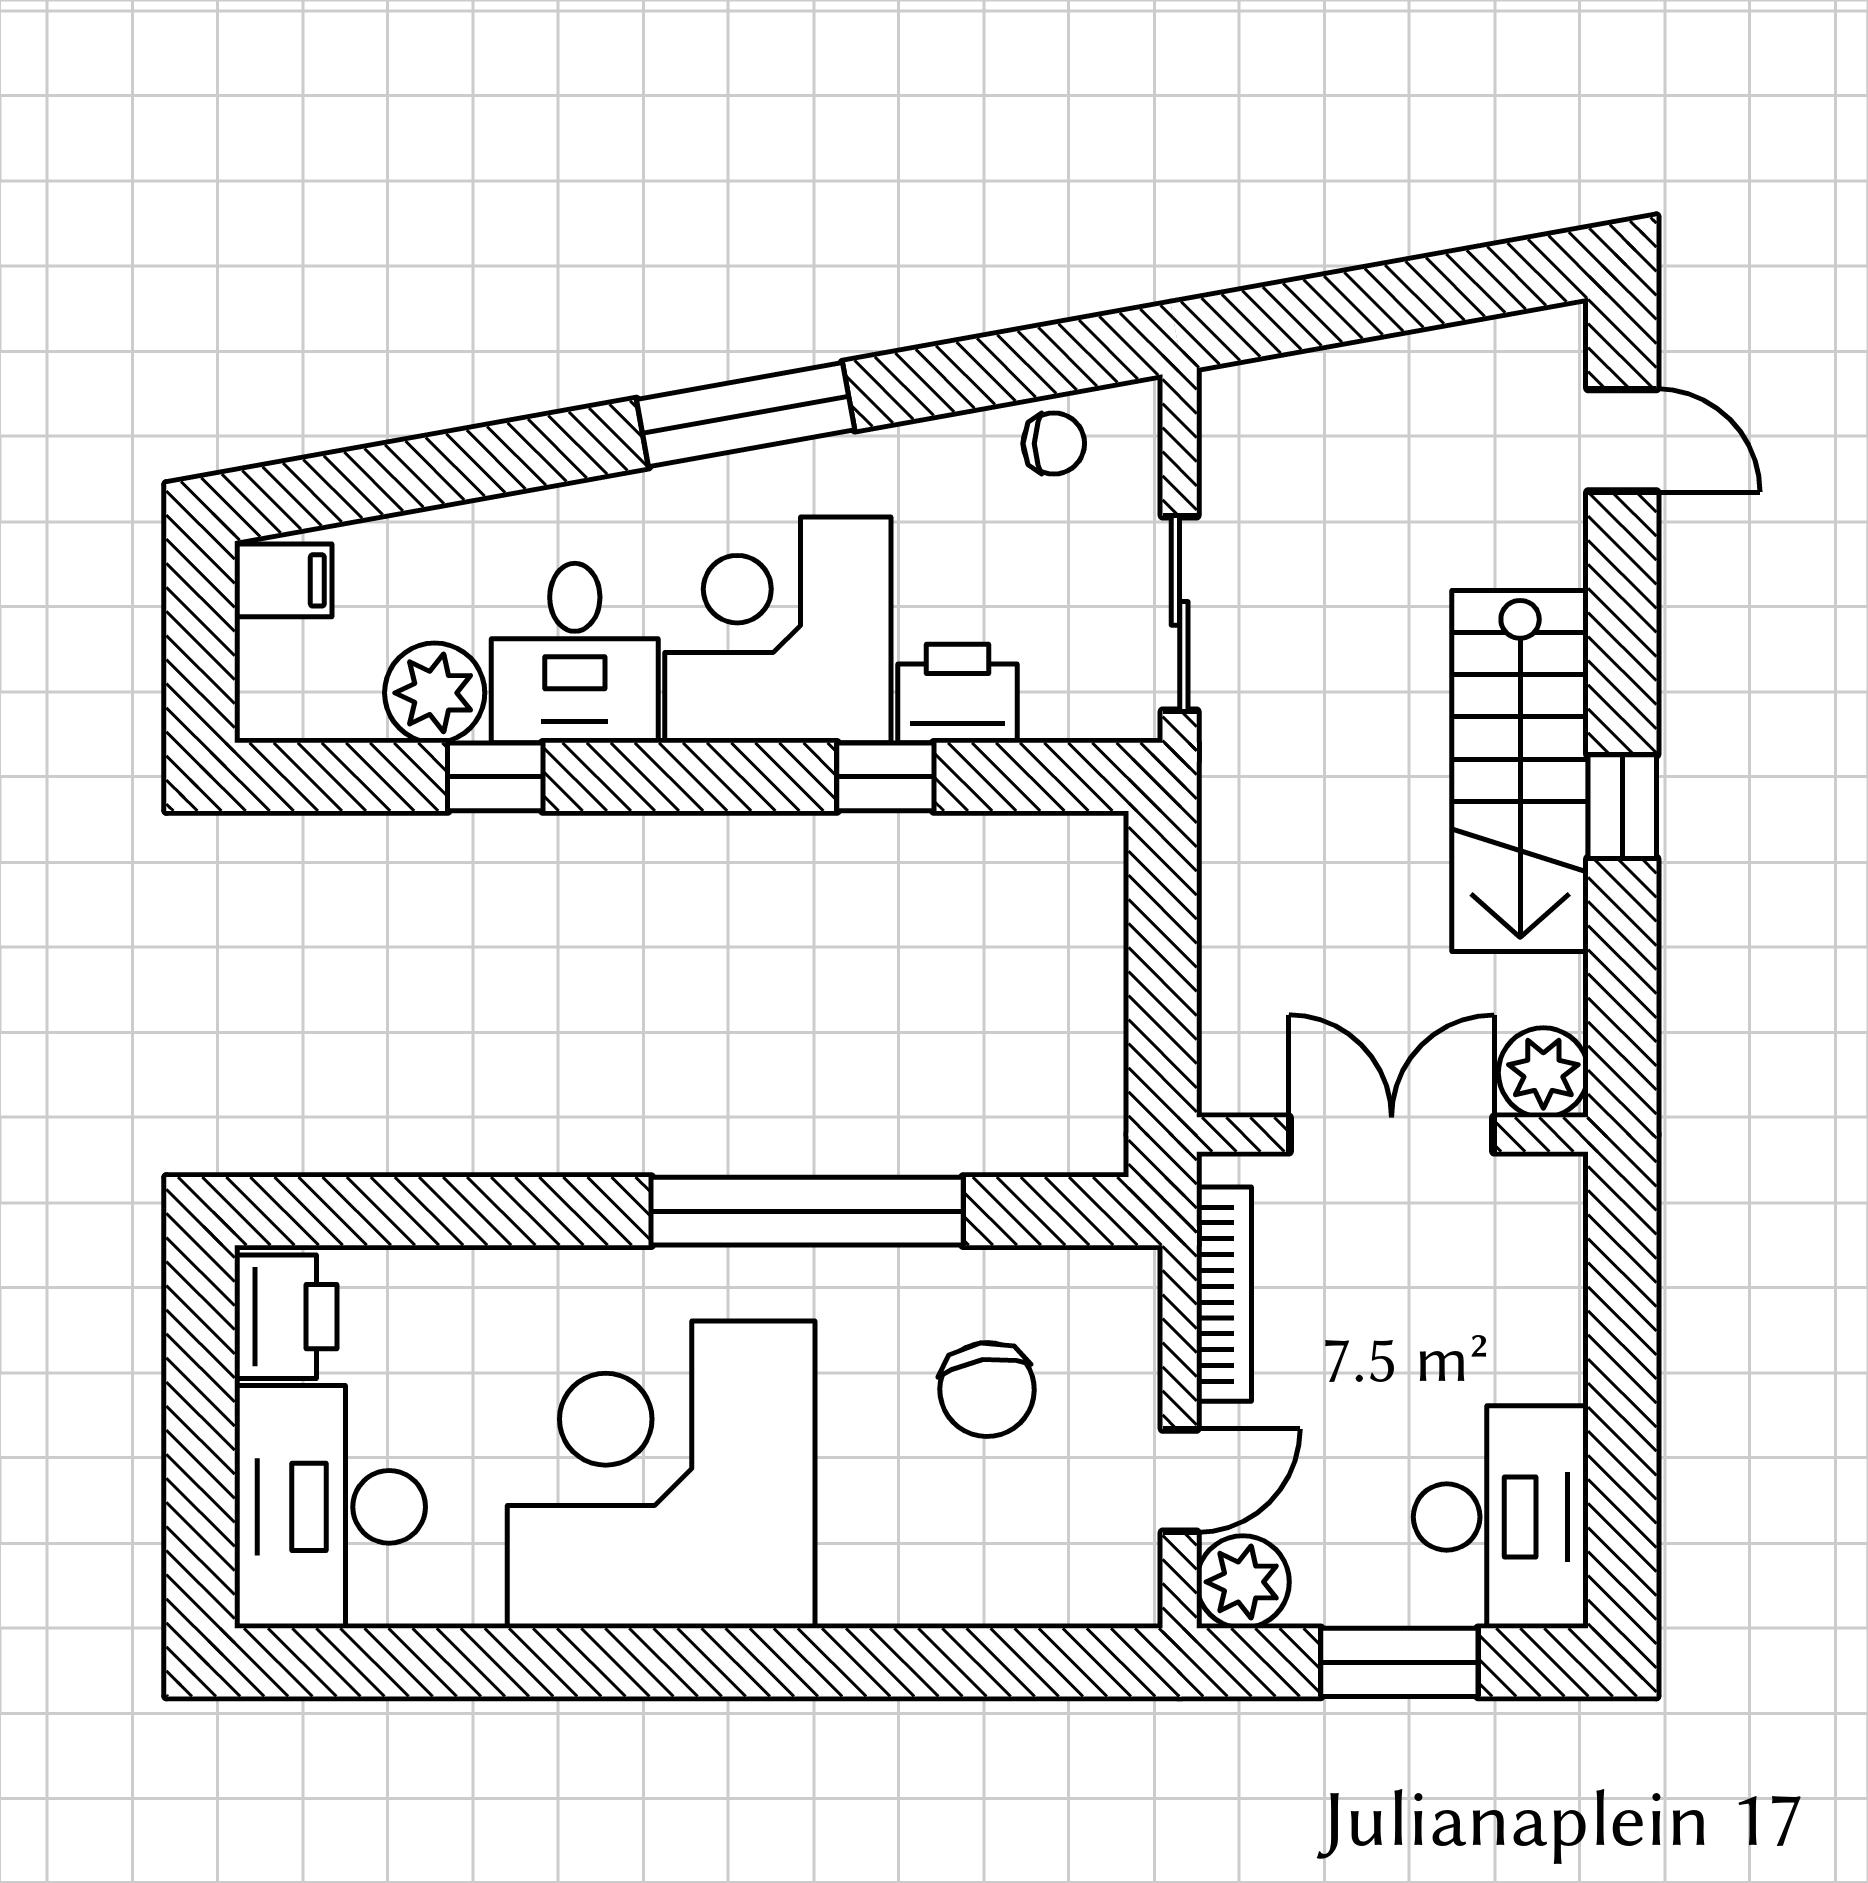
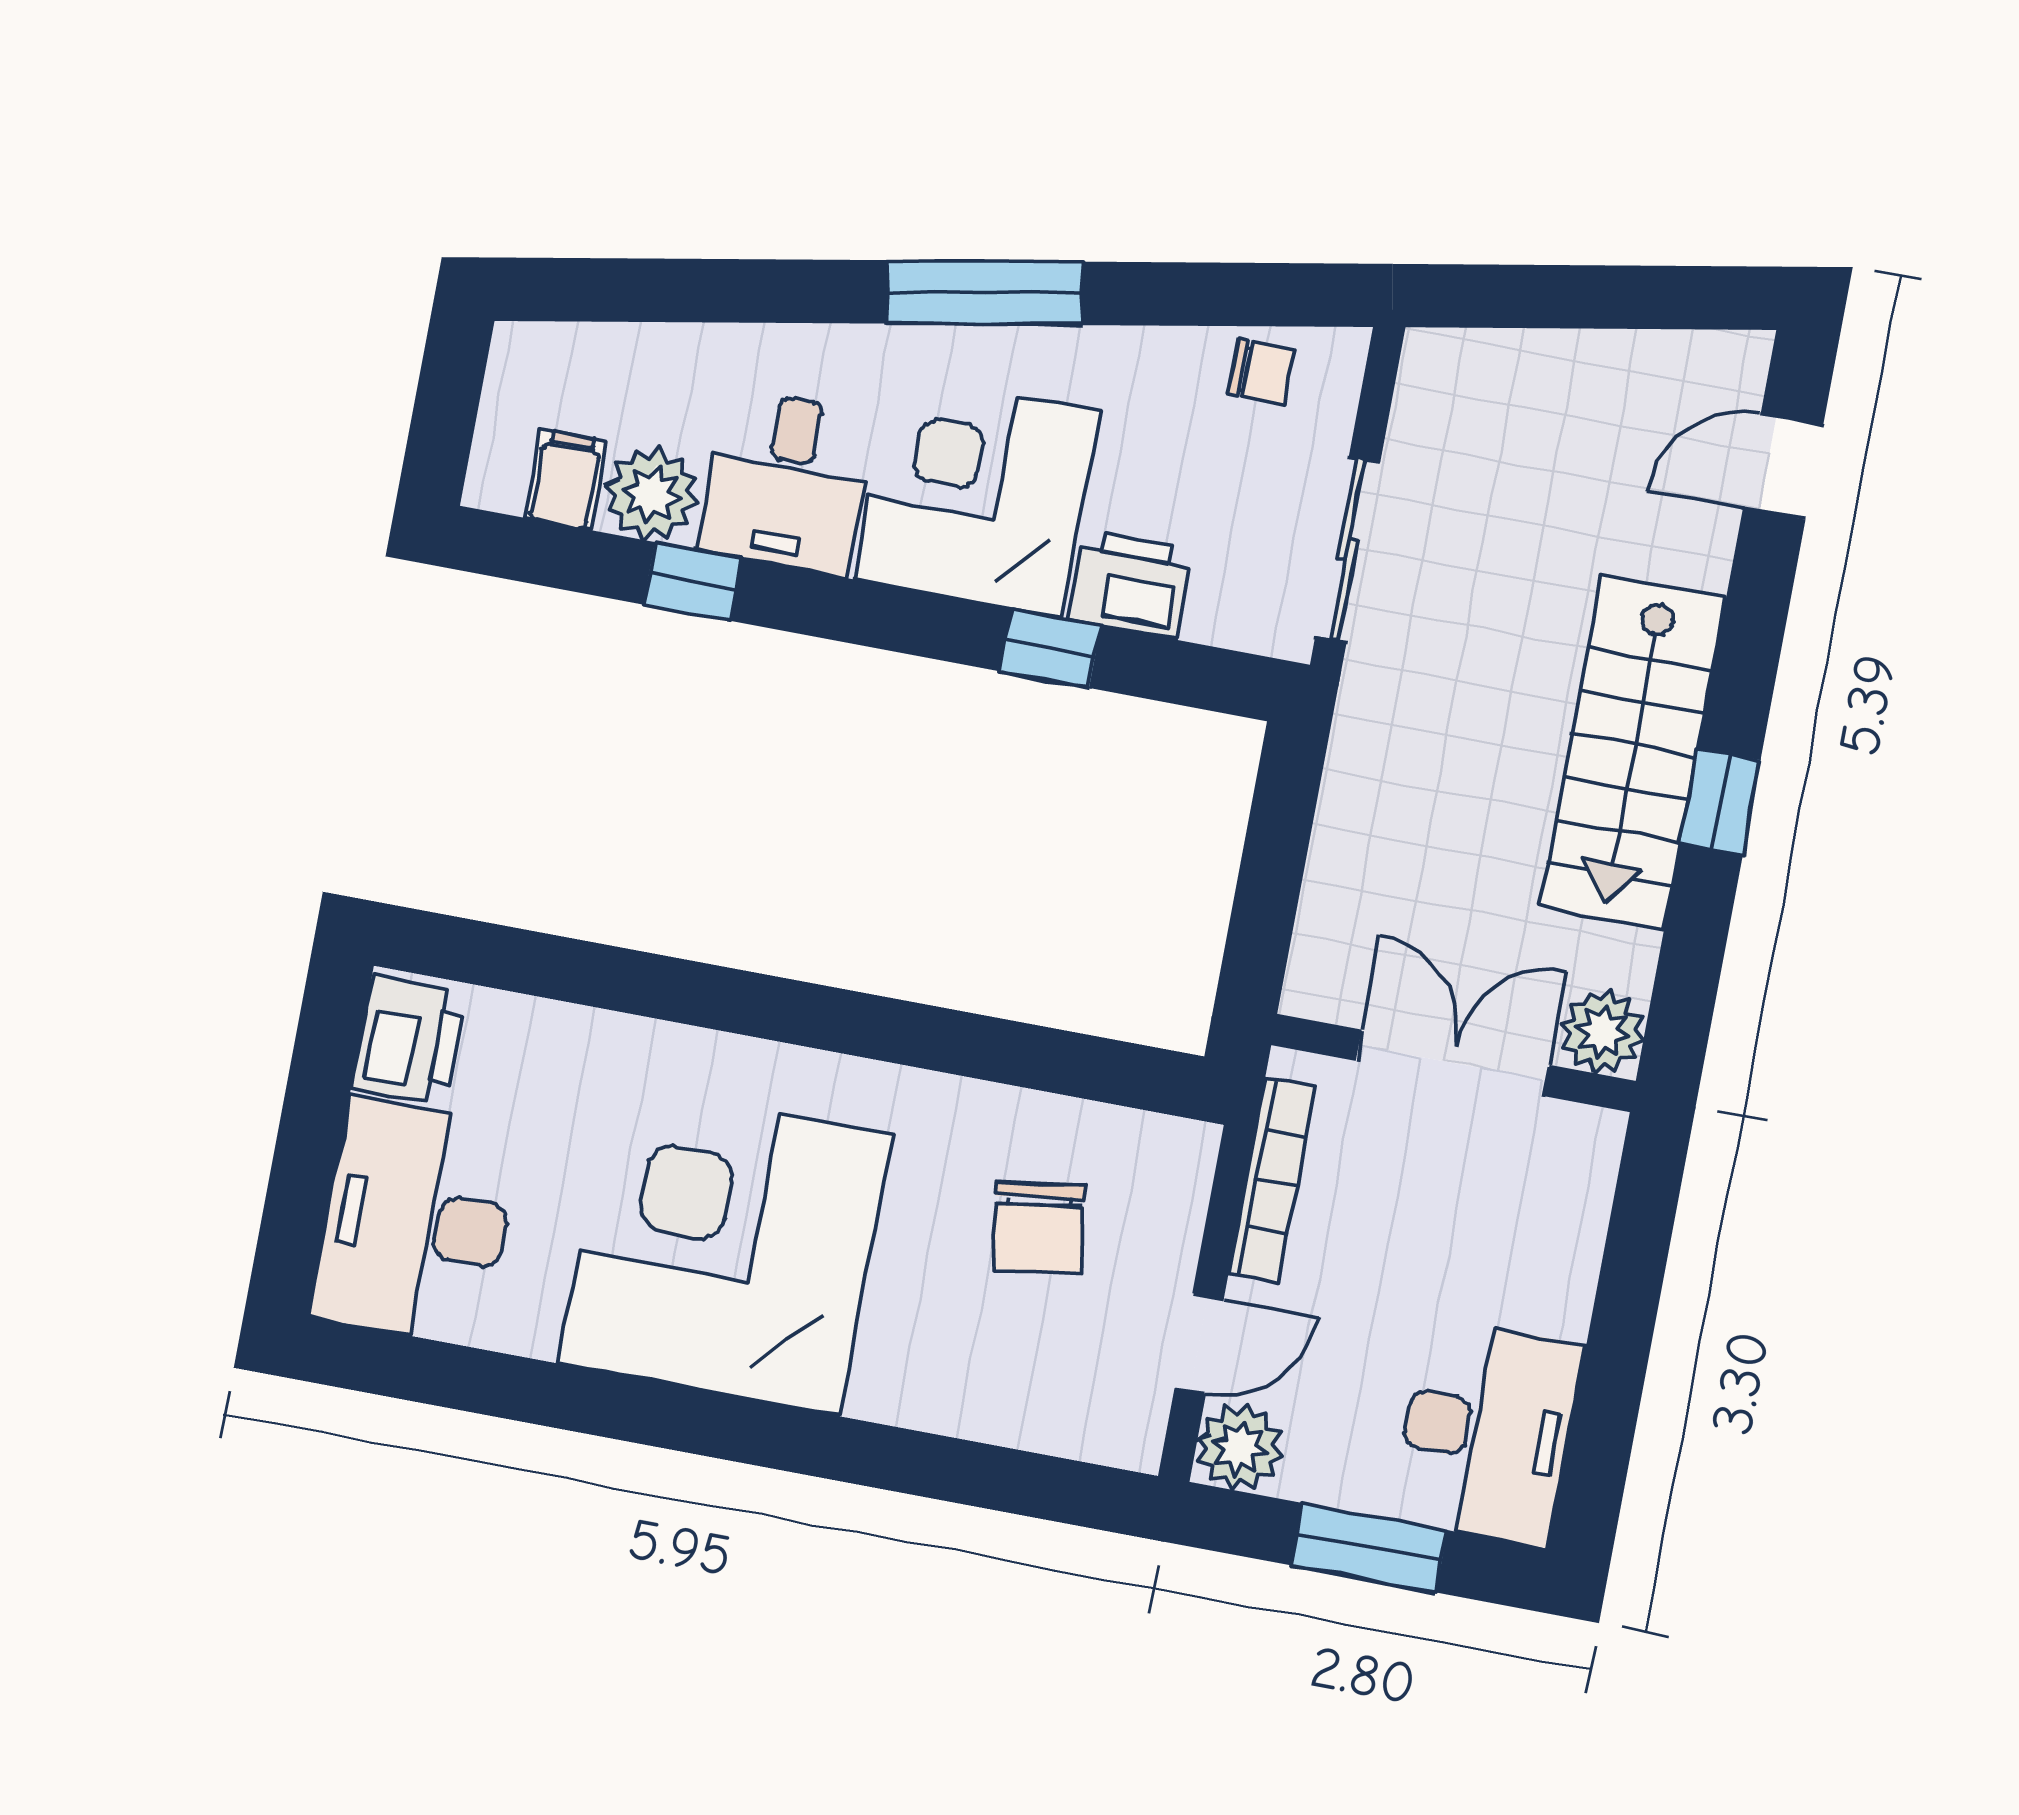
door: (1622, 440) -> (1783, 466), swing flipped
filing cabinet: (283, 580) -> (566, 479), moved, turned -90
window: (807, 1211) -> (904, 1033), removed

